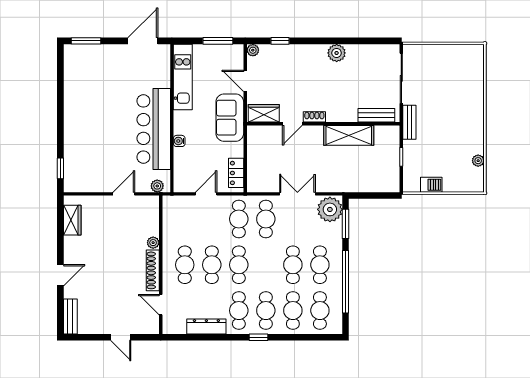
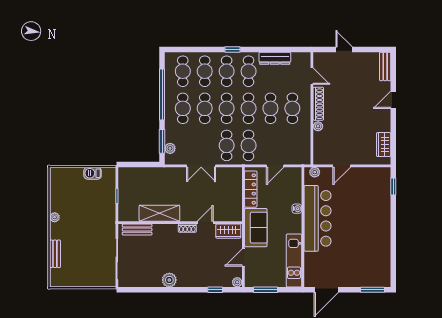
door: (245, 81) -> (243, 257), swing flipped
bench: (409, 122) -> (55, 254), moved
plant: (478, 161) -> (55, 217), moved
locker: (236, 173) -> (251, 189), width x1.53
plant: (330, 209) -> (170, 148), width x0.53, depth x0.53
cafe table: (266, 265) -> (227, 108), added

